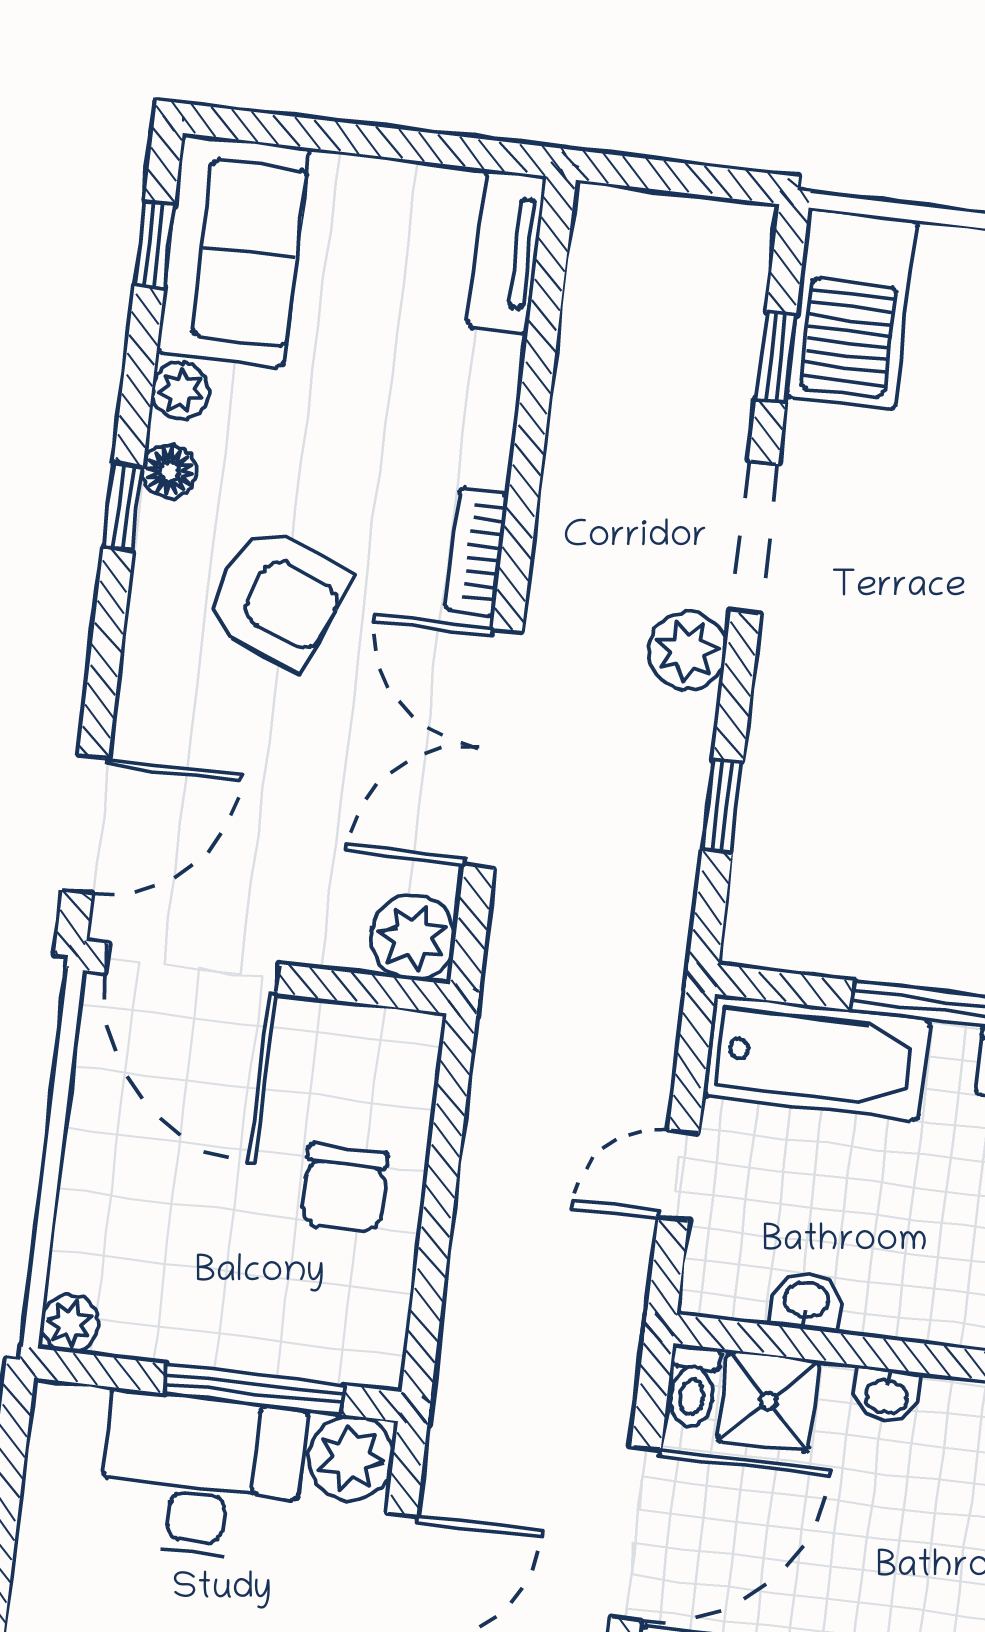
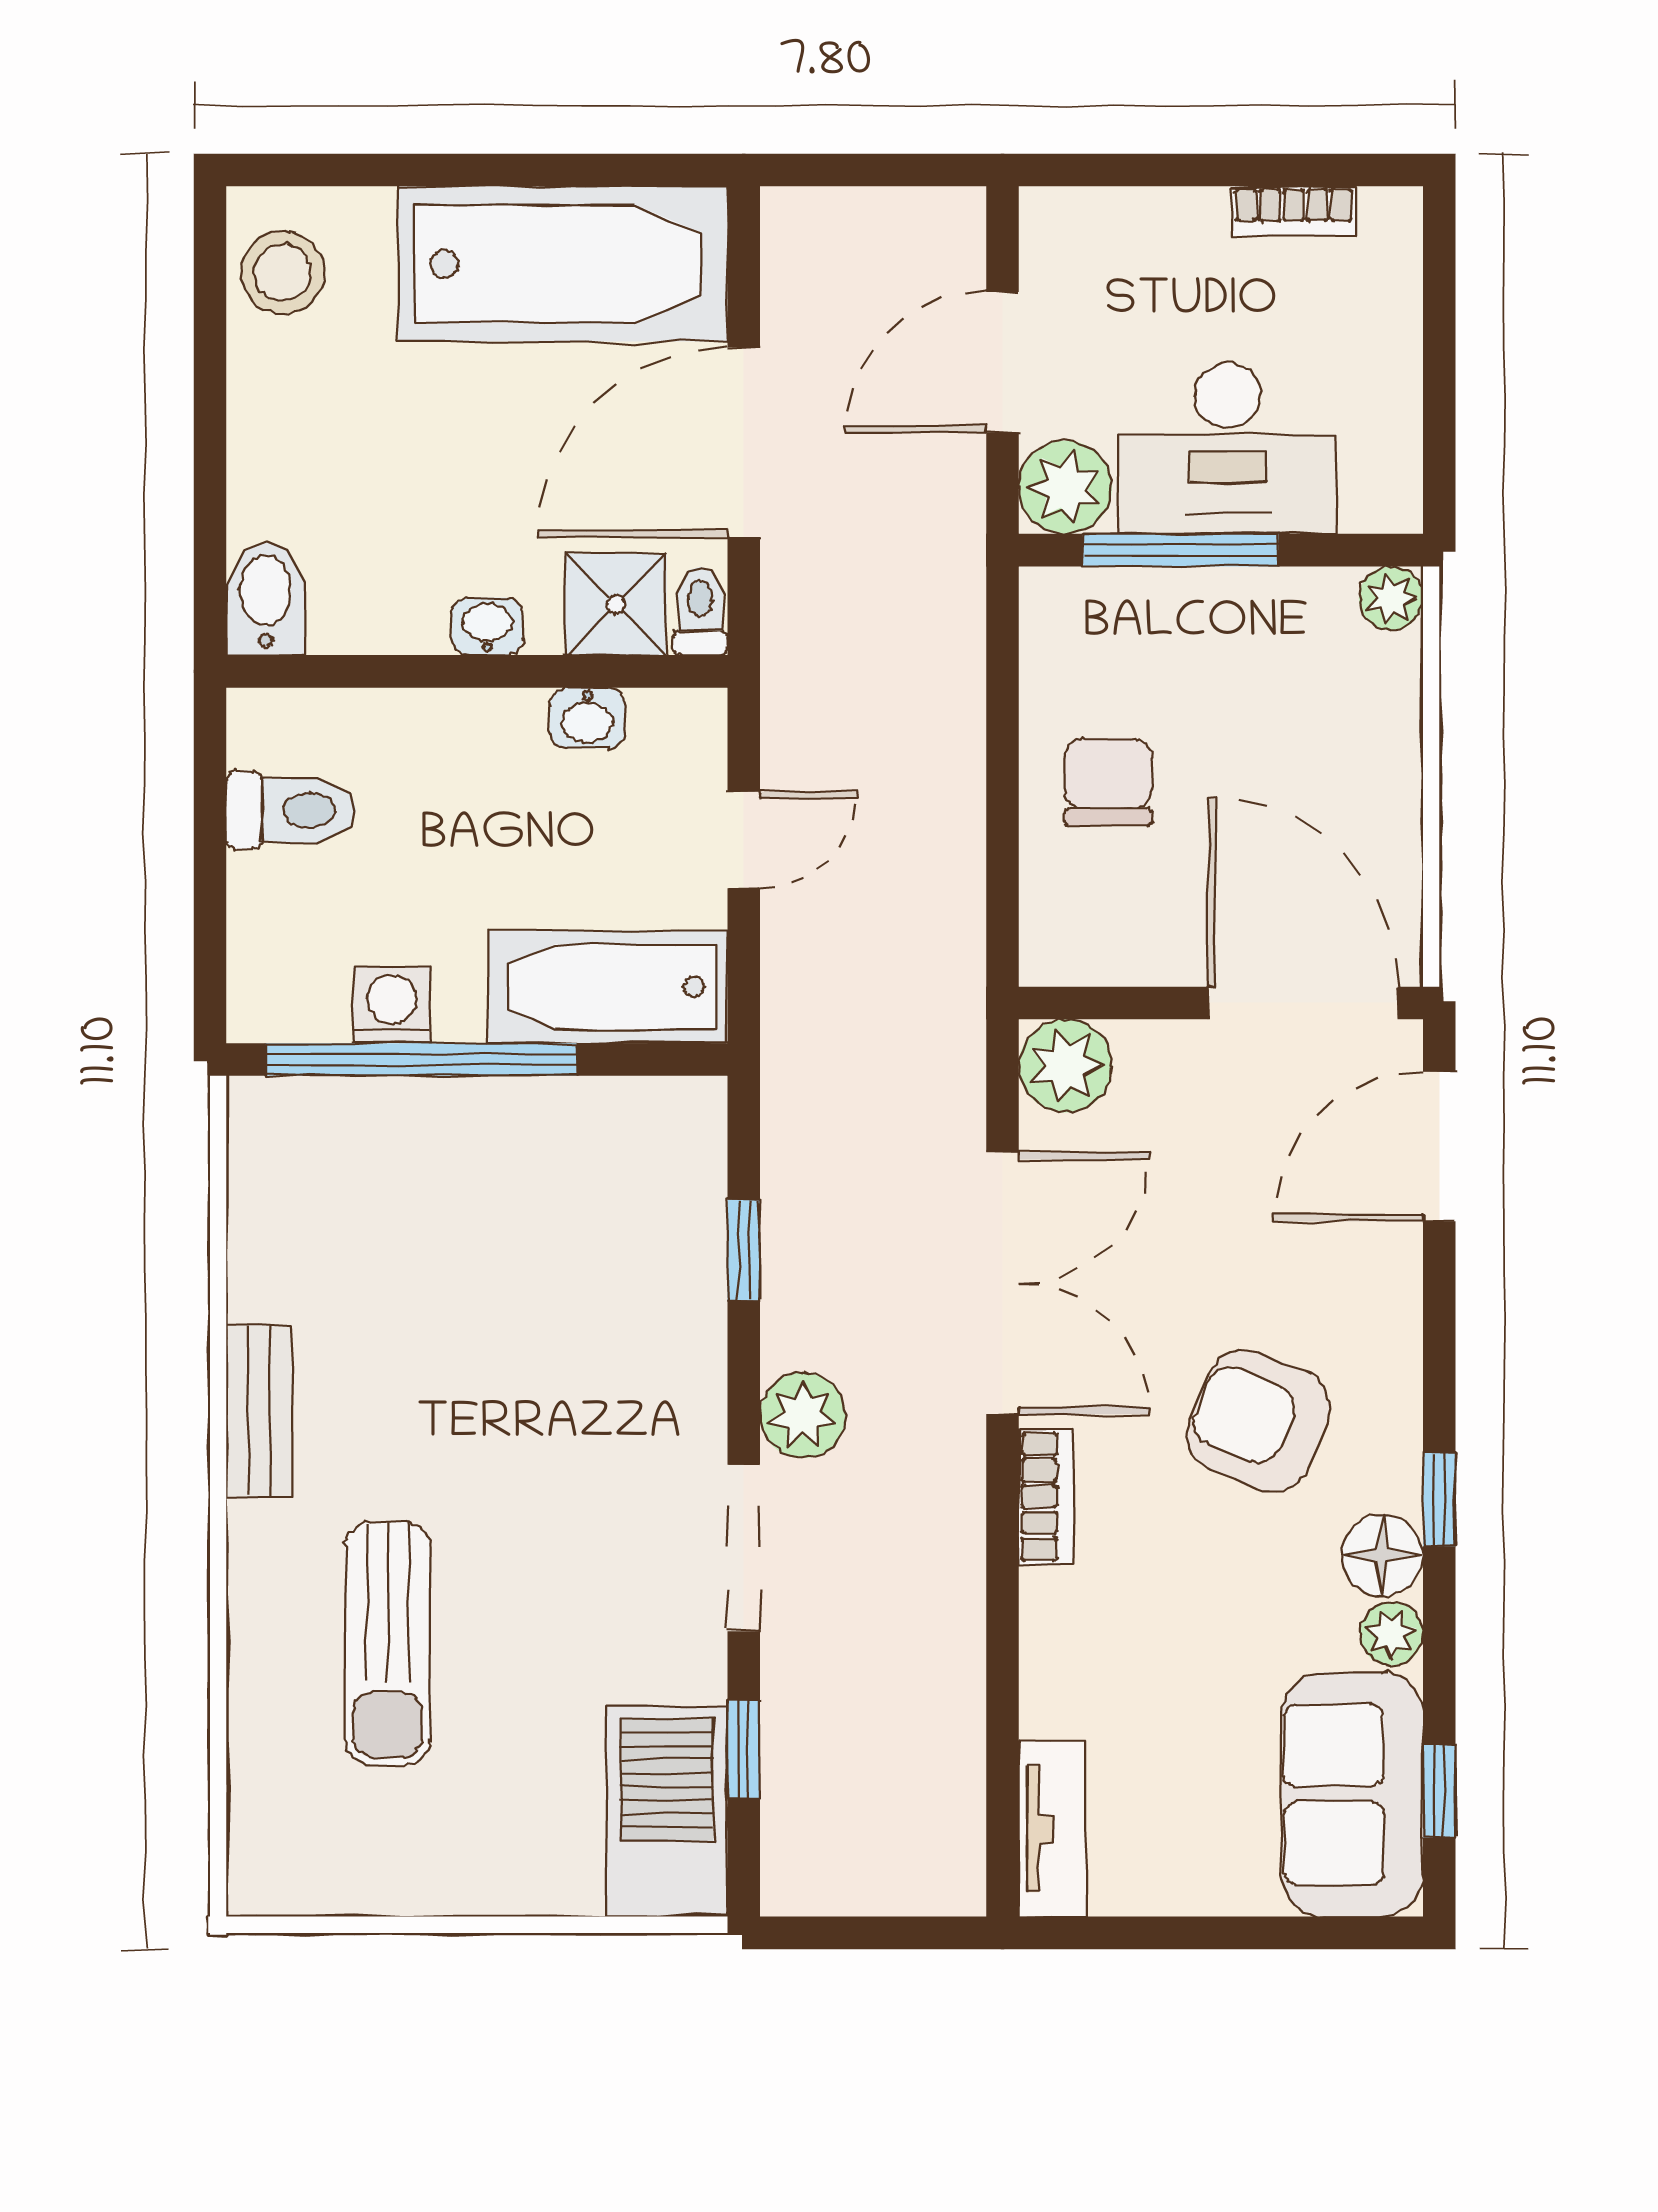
floor lamp: (169, 472) -> (1382, 1555), width x1.37, depth x1.37

